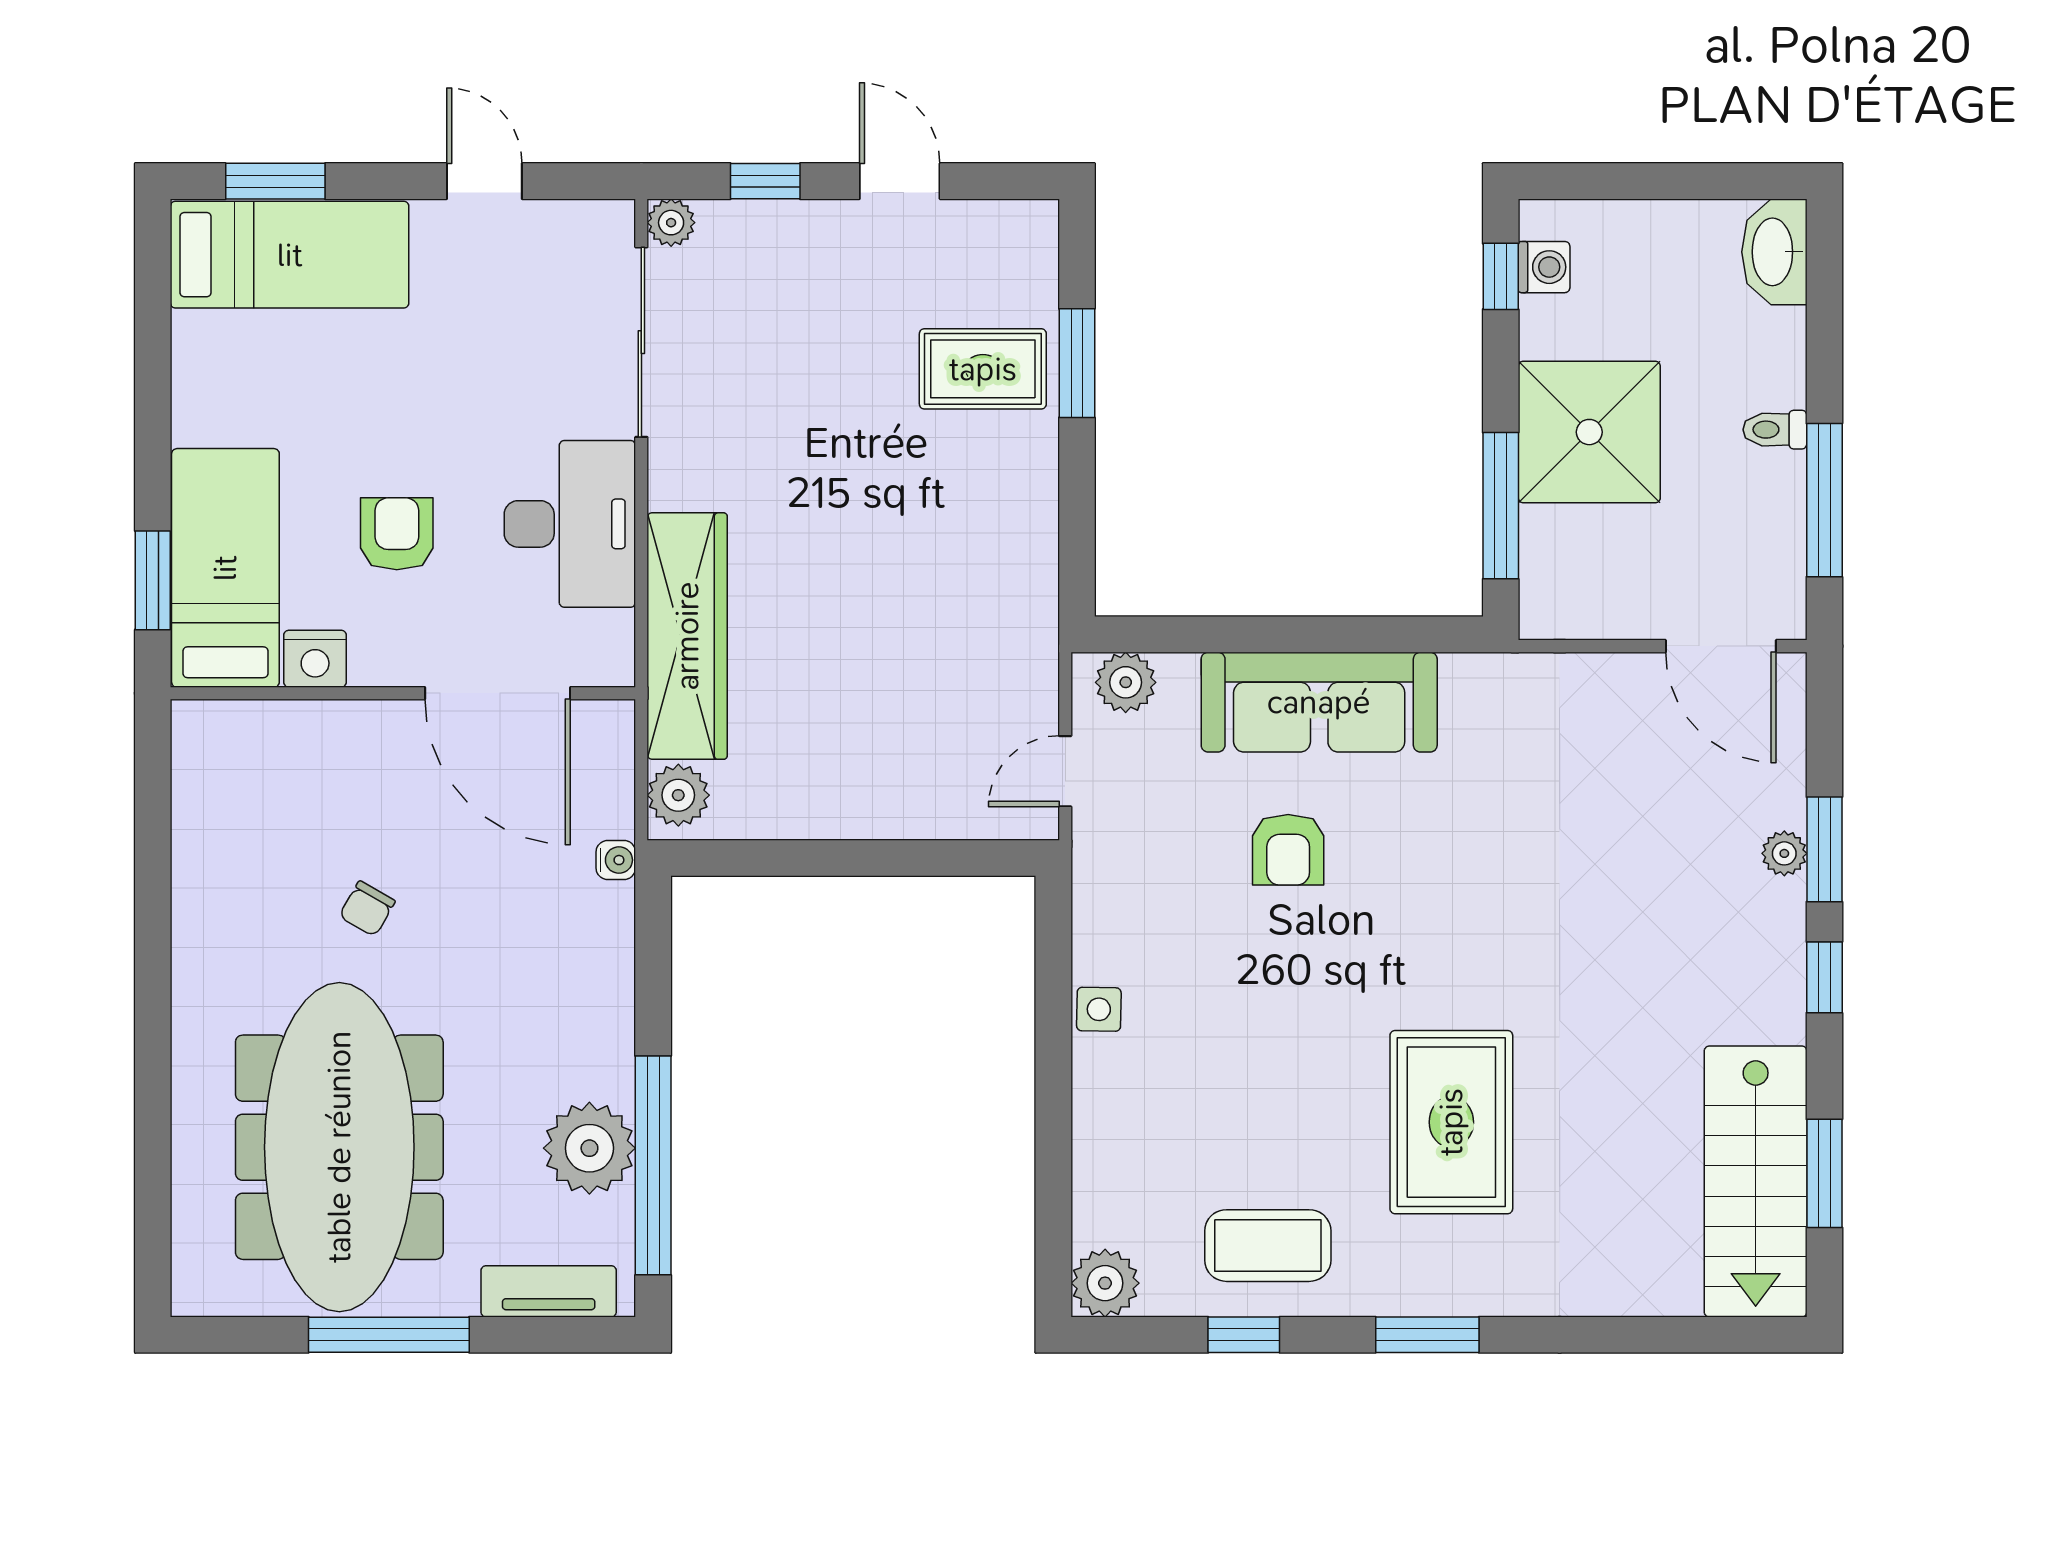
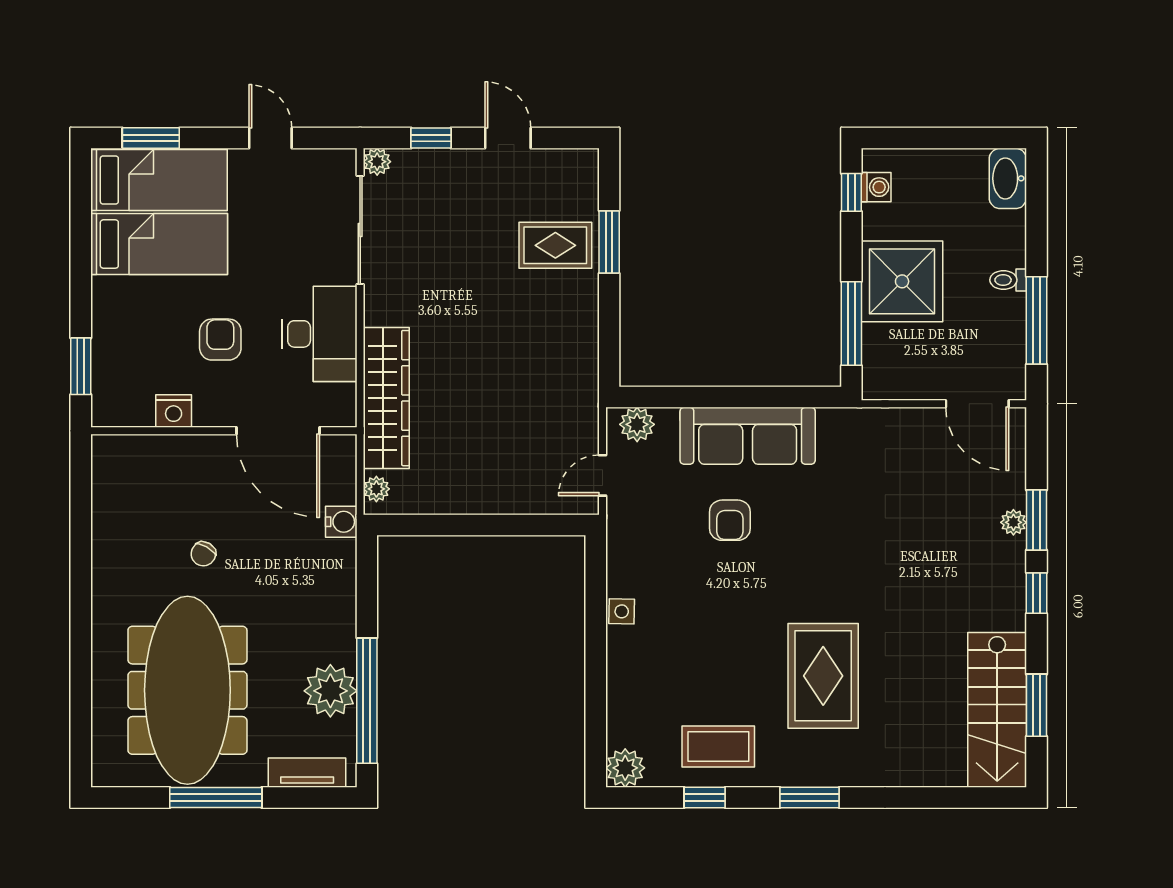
bed: (225, 568) -> (159, 244), moved, turned 90
plant: (678, 795) -> (376, 489), width x0.73, depth x0.73
water cooler: (616, 860) -> (341, 522), width x1.38, depth x1.38

